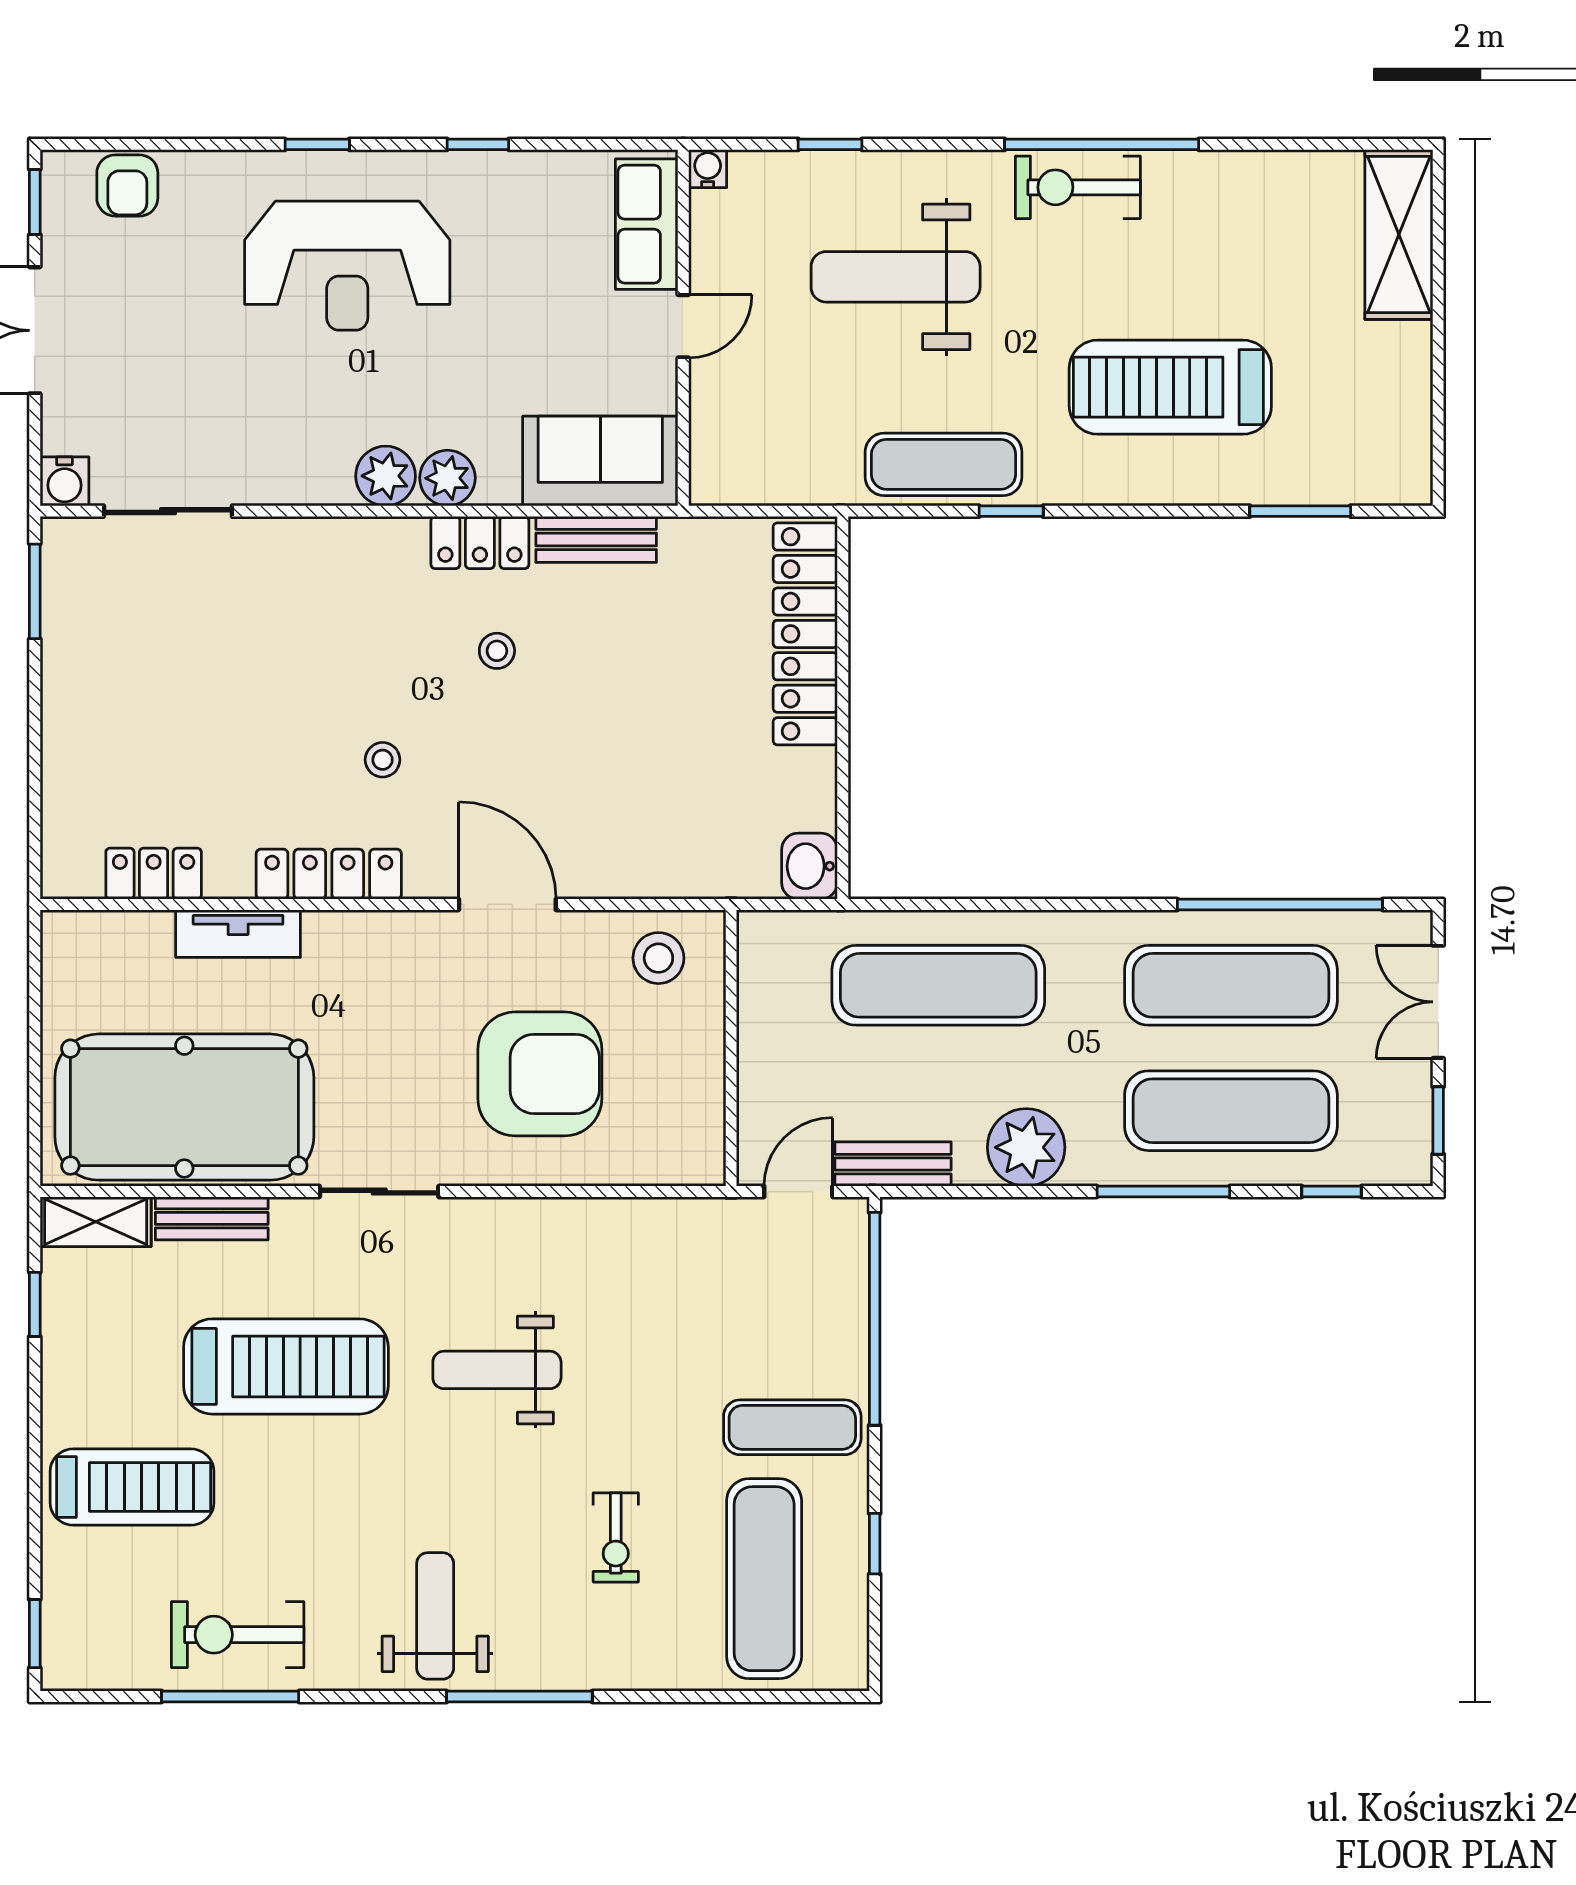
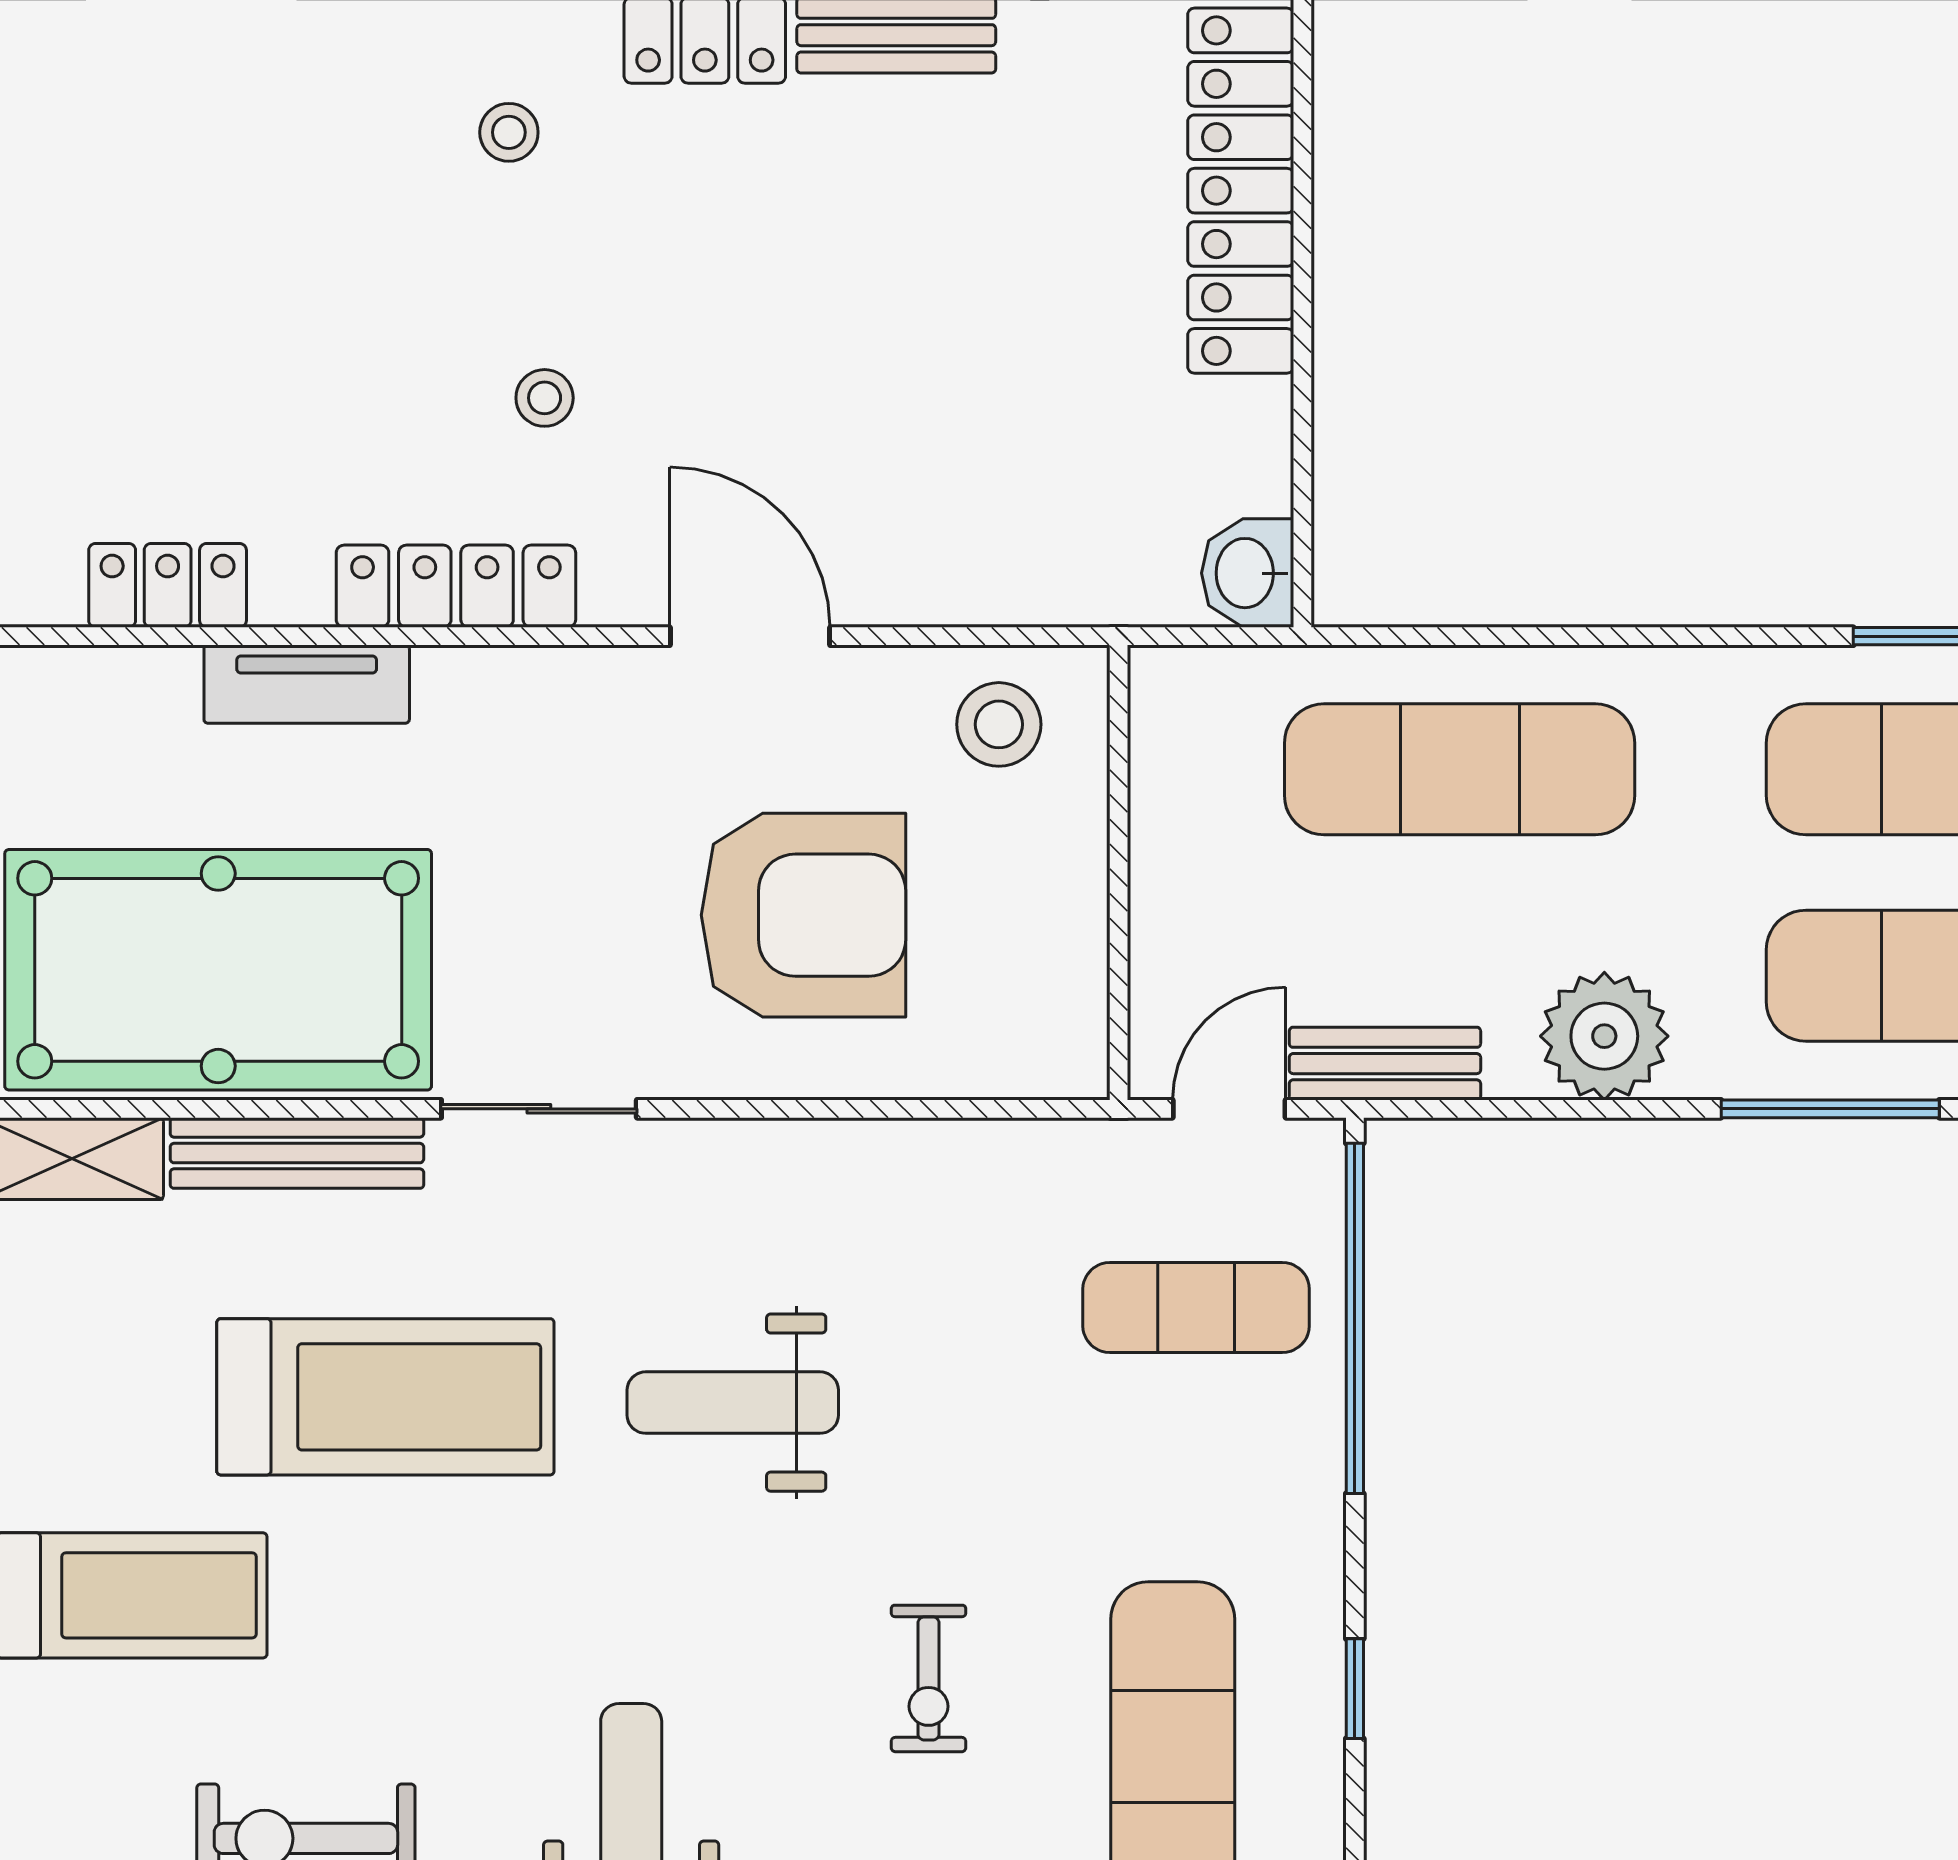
stool: (497, 651) -> (509, 132), moved
bench: (212, 1218) -> (297, 1153), width x1.36
exercise mat: (792, 1427) -> (1196, 1307), moved

